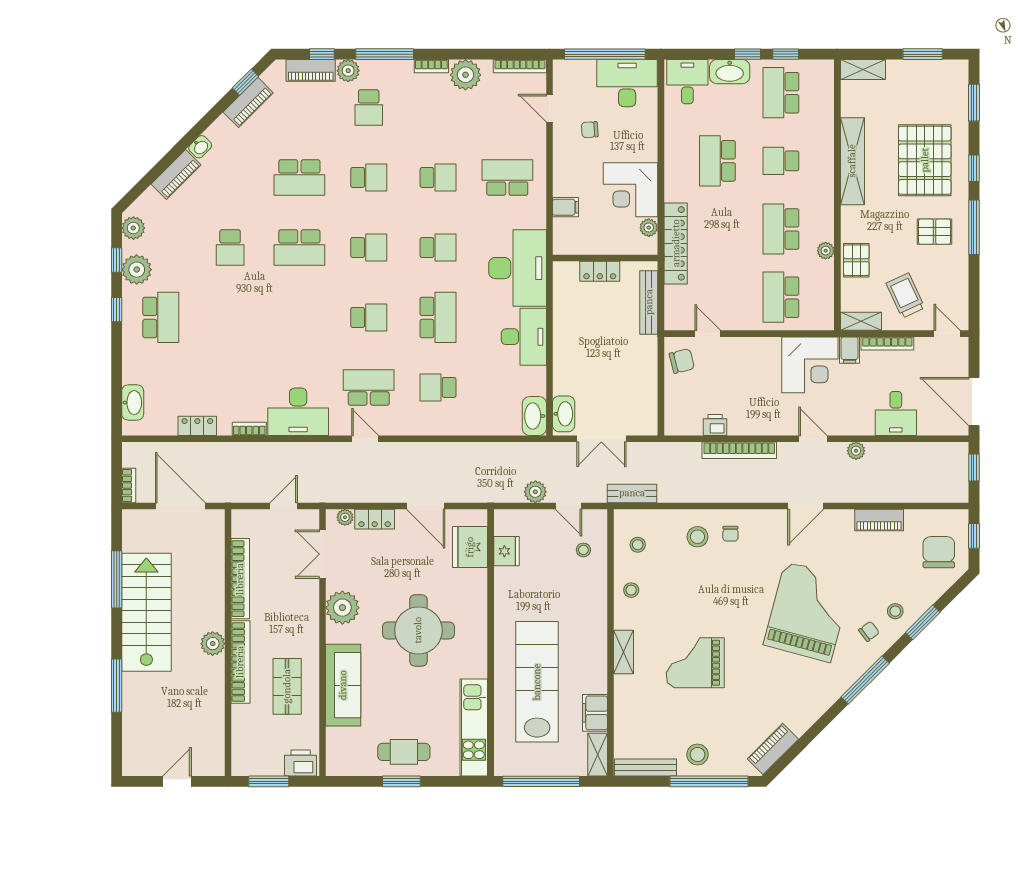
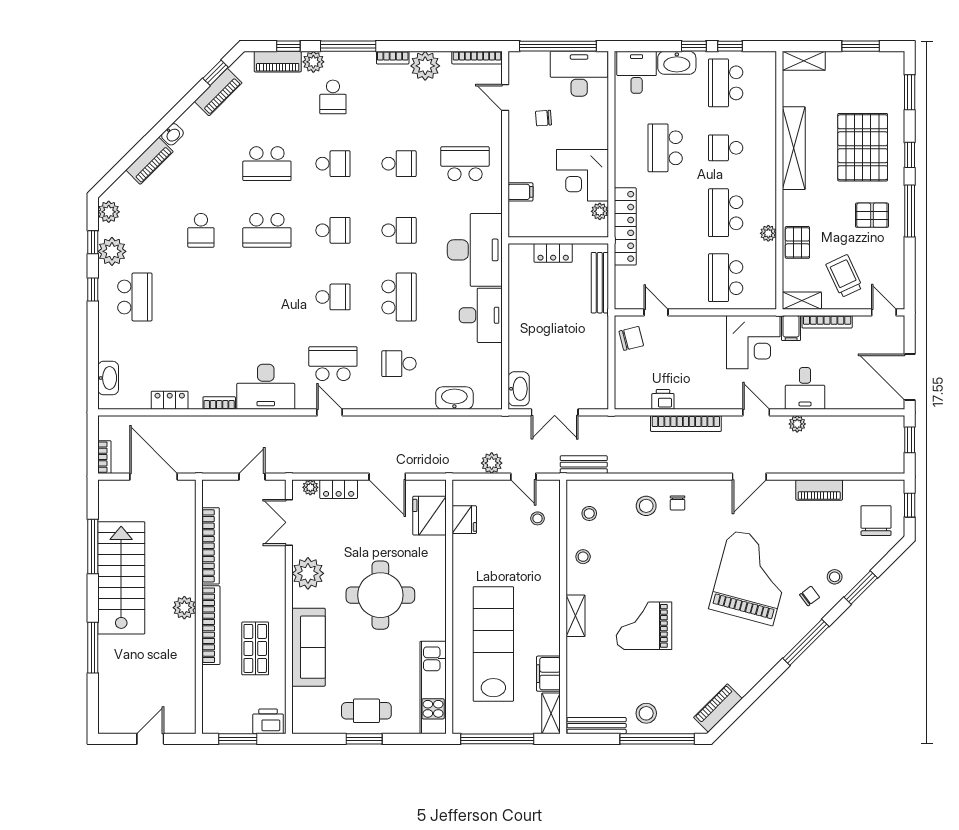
desk: (896, 413) -> (805, 388), moved
washbasin: (534, 416) -> (454, 398), moved, turned 90

